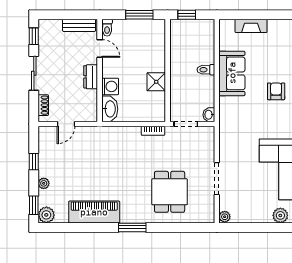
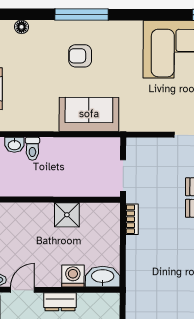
toilet: (206, 70) -> (32, 149), moved
sofa: (232, 73) -> (89, 114), moved
washbasin: (209, 115) -> (14, 145), moved

